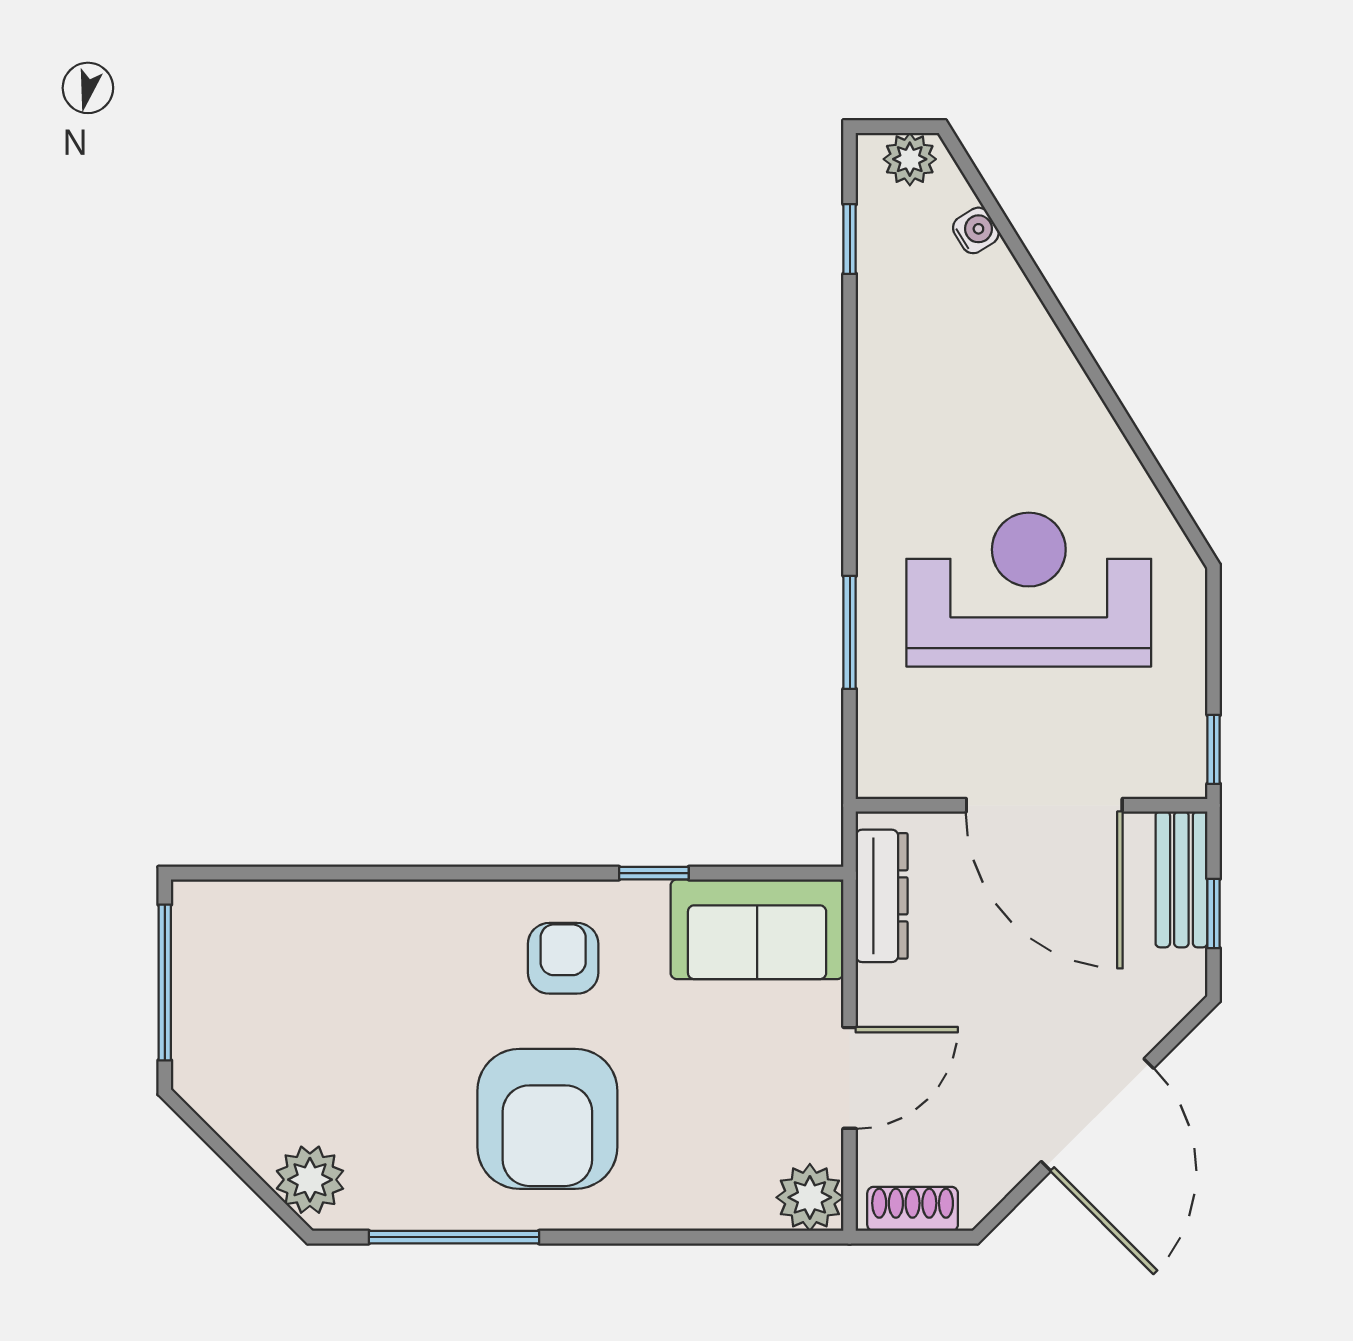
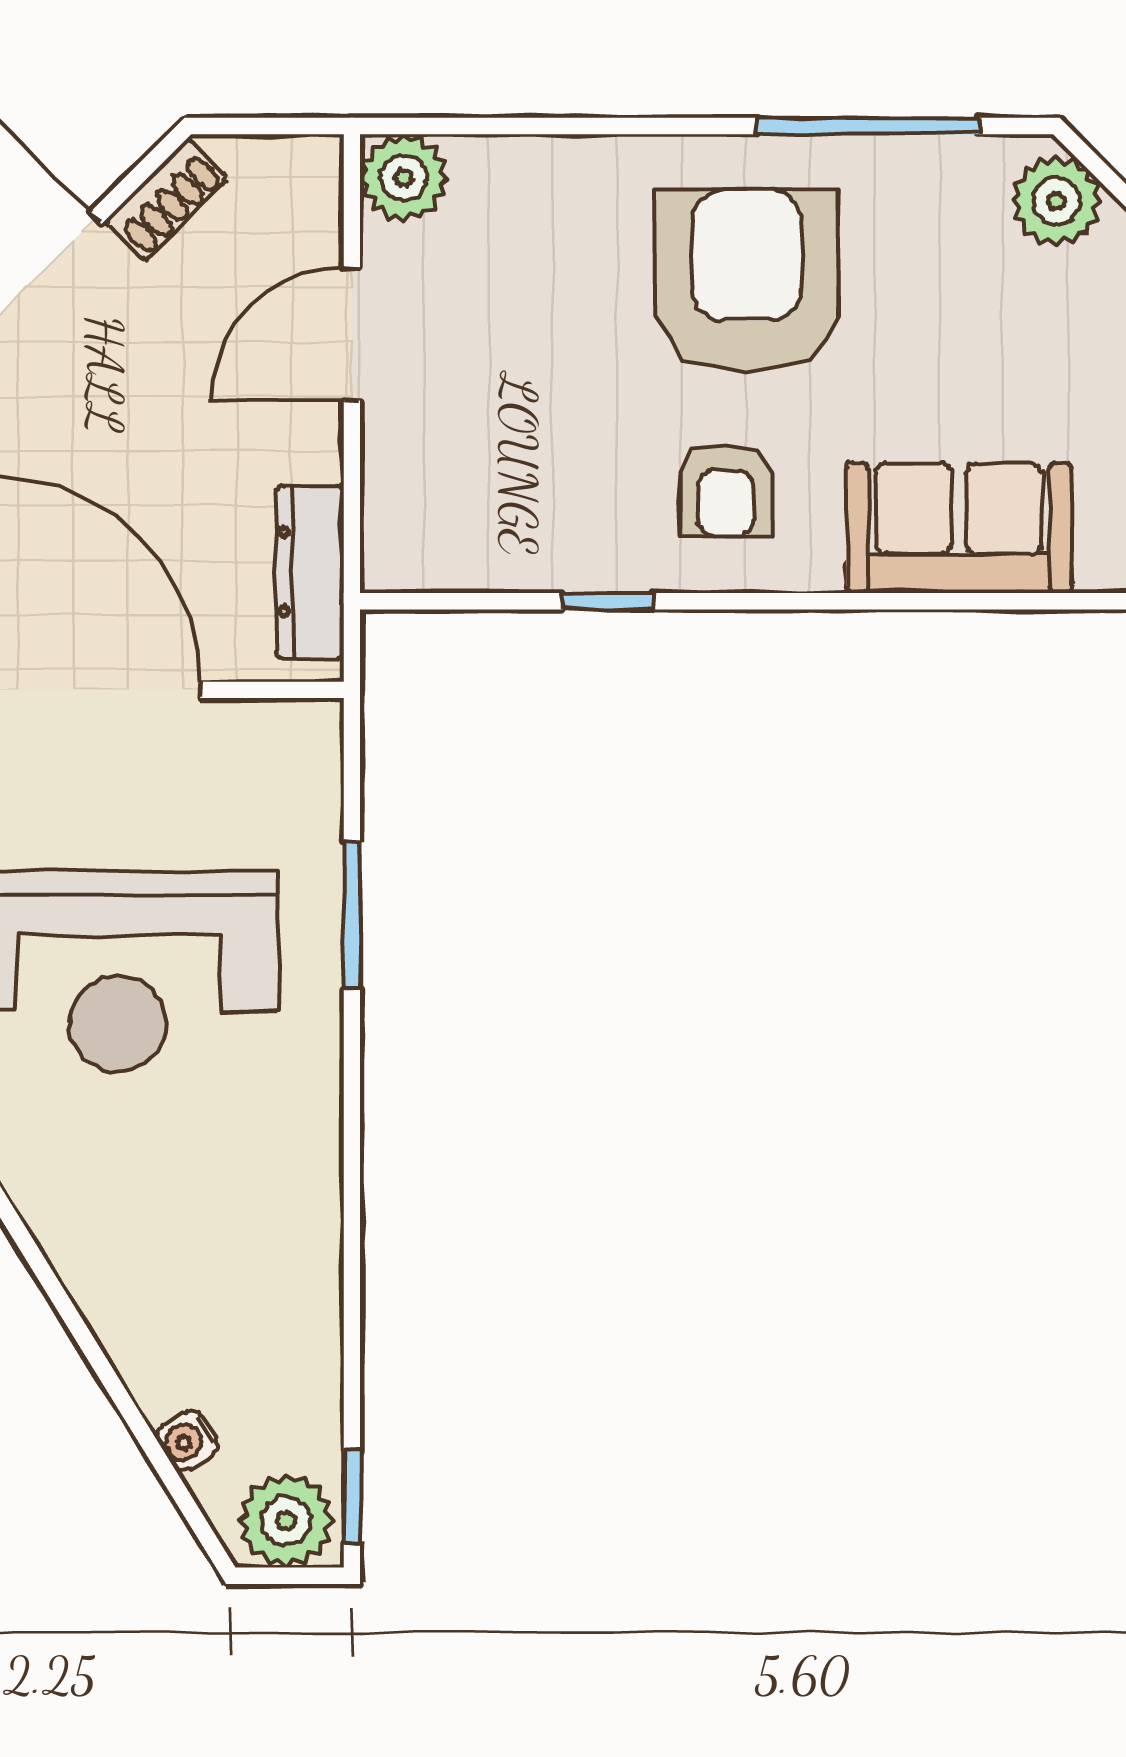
plant: (910, 159) -> (286, 1521), width x1.38, depth x1.38
window: (850, 239) -> (352, 1497), moved
sofa: (757, 929) -> (959, 528), moved
shoe rack: (913, 1209) -> (166, 200), moved, turned -45

